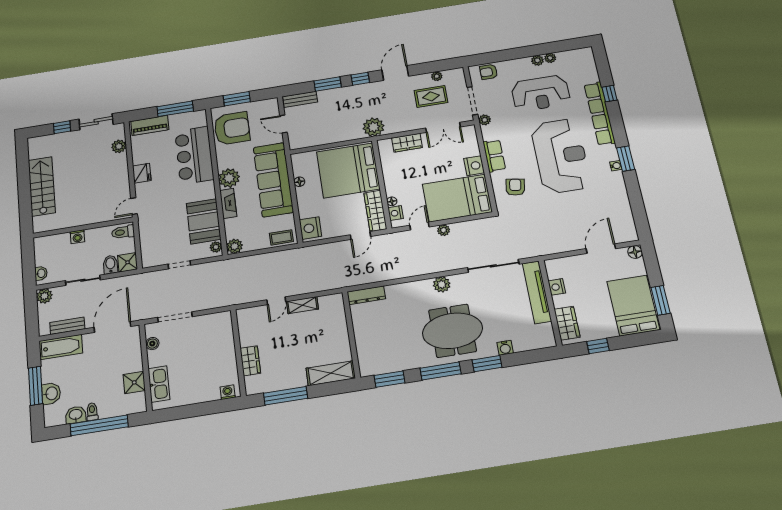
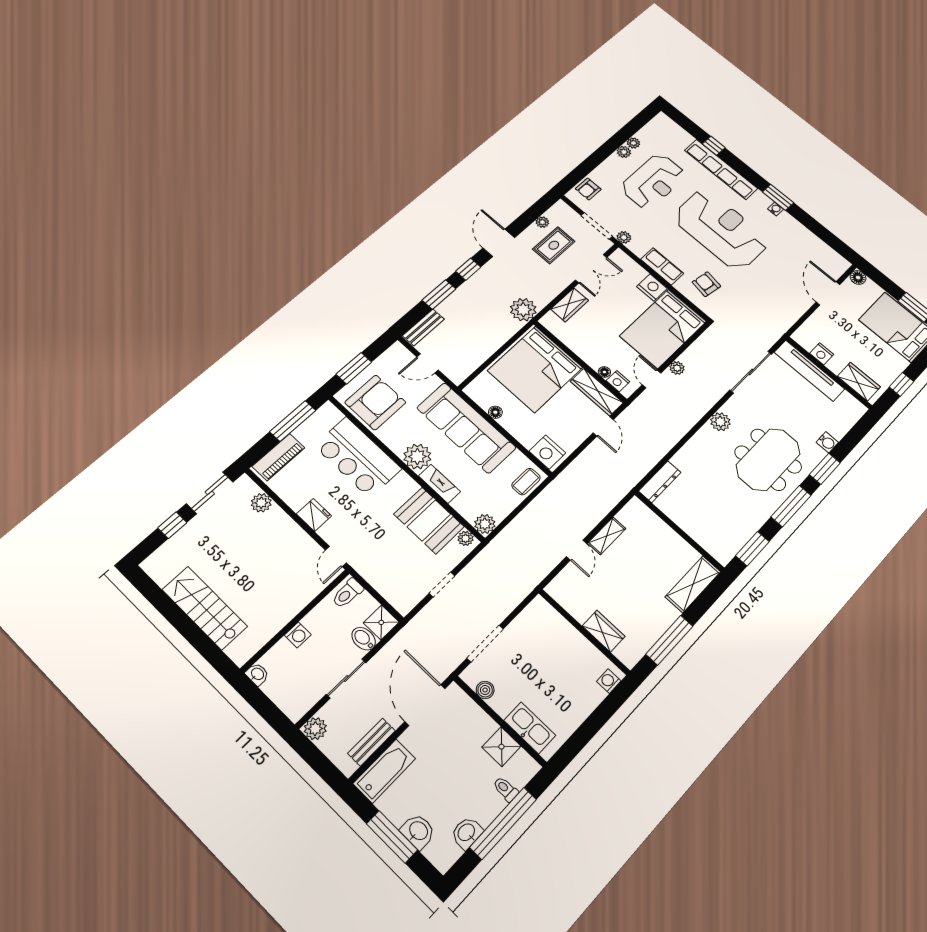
washbasin: (41, 273) -> (257, 674), moved
toilet: (92, 412) -> (506, 789), moved

